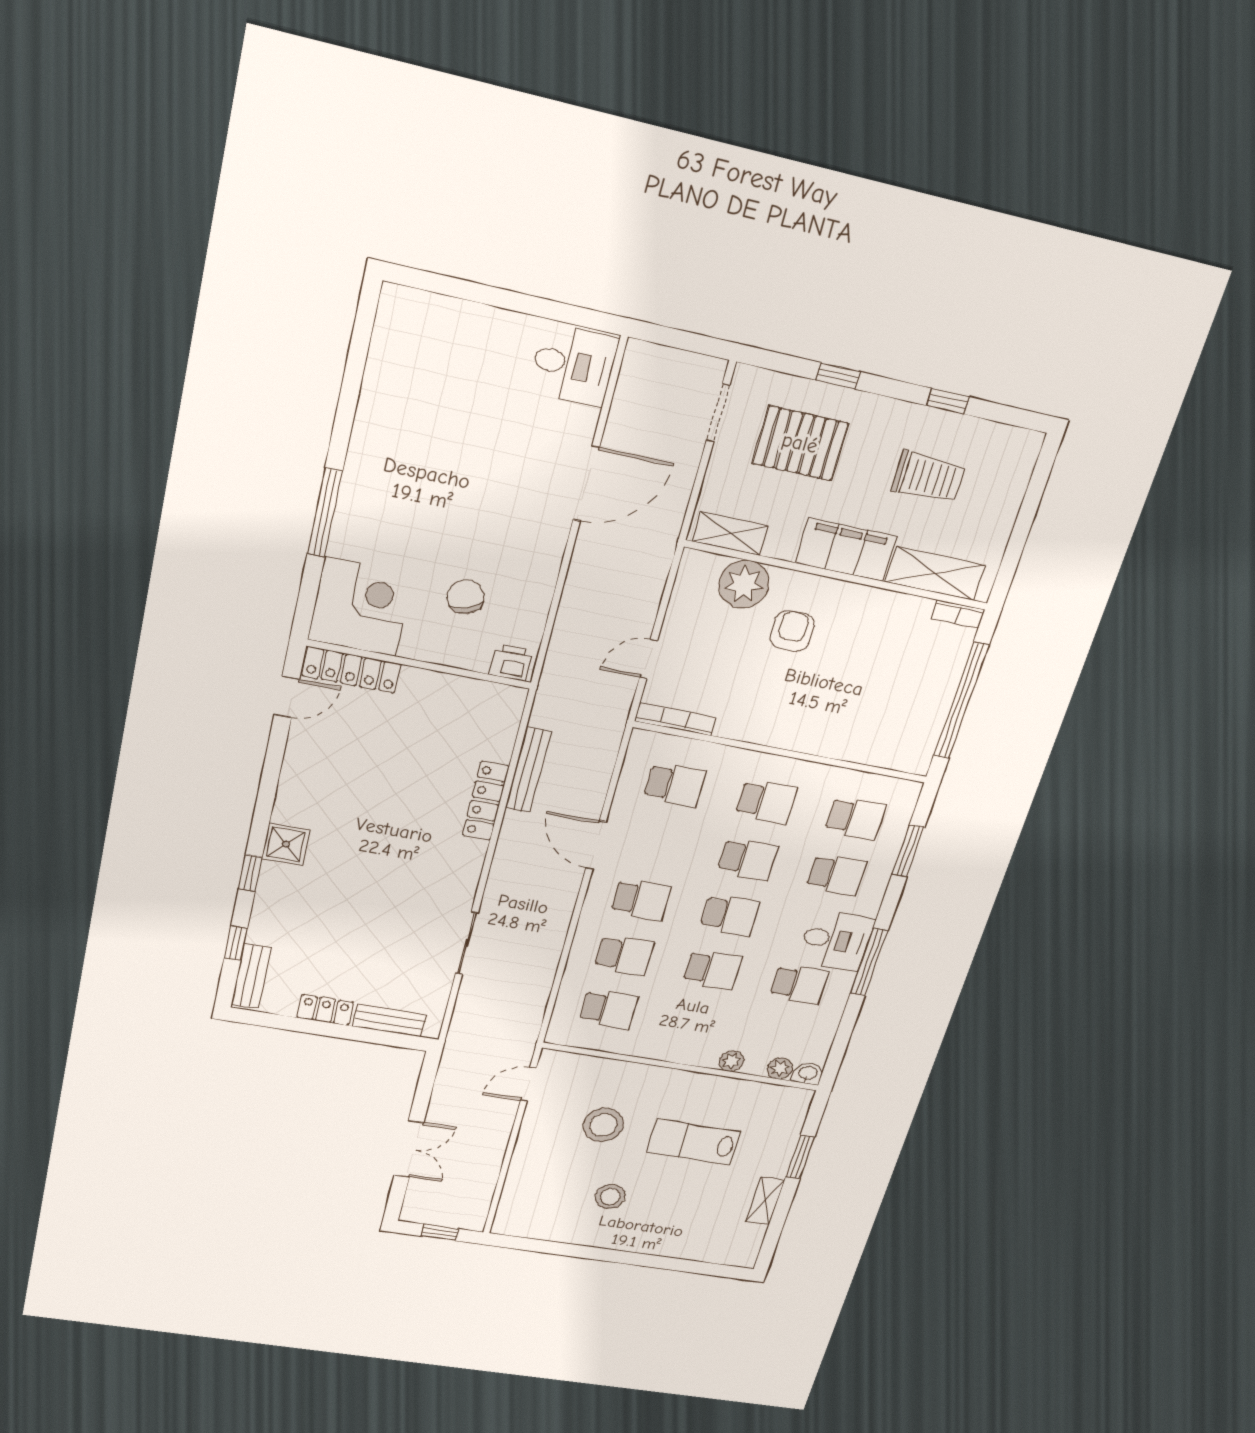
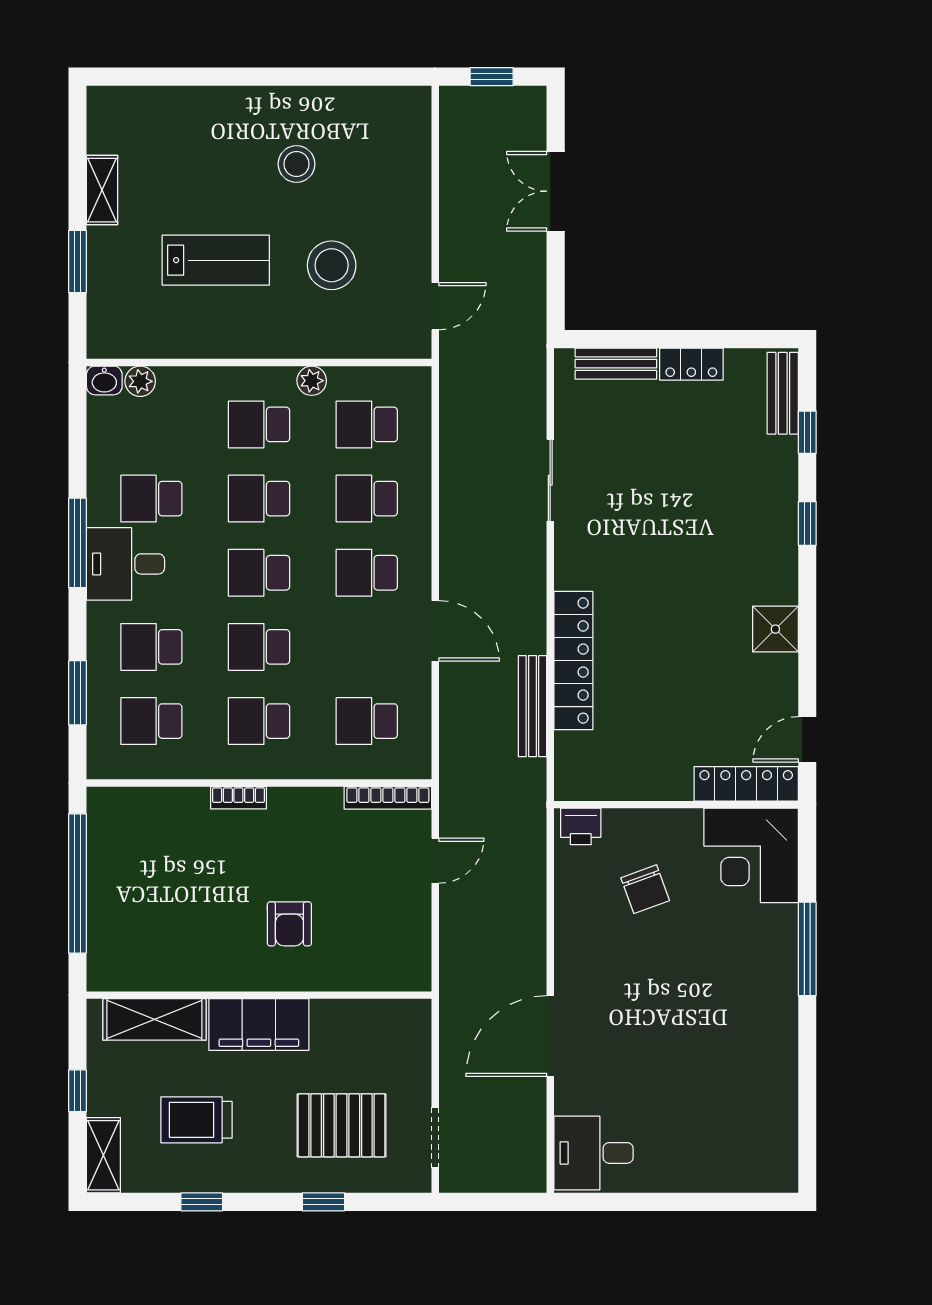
window: (1023, 526) -> (77, 1091), added
shelving: (730, 534) -> (103, 1155), moved, turned 90
plant: (744, 584) -> (356, 964), removed
bookcase: (958, 614) -> (238, 798), moved, turned 180
locker: (486, 801) -> (573, 661), width x1.41, depth x1.21
shower: (286, 844) -> (775, 629), moved
school desk: (696, 1023) -> (259, 424), added
plant: (731, 1061) -> (312, 381), moved

